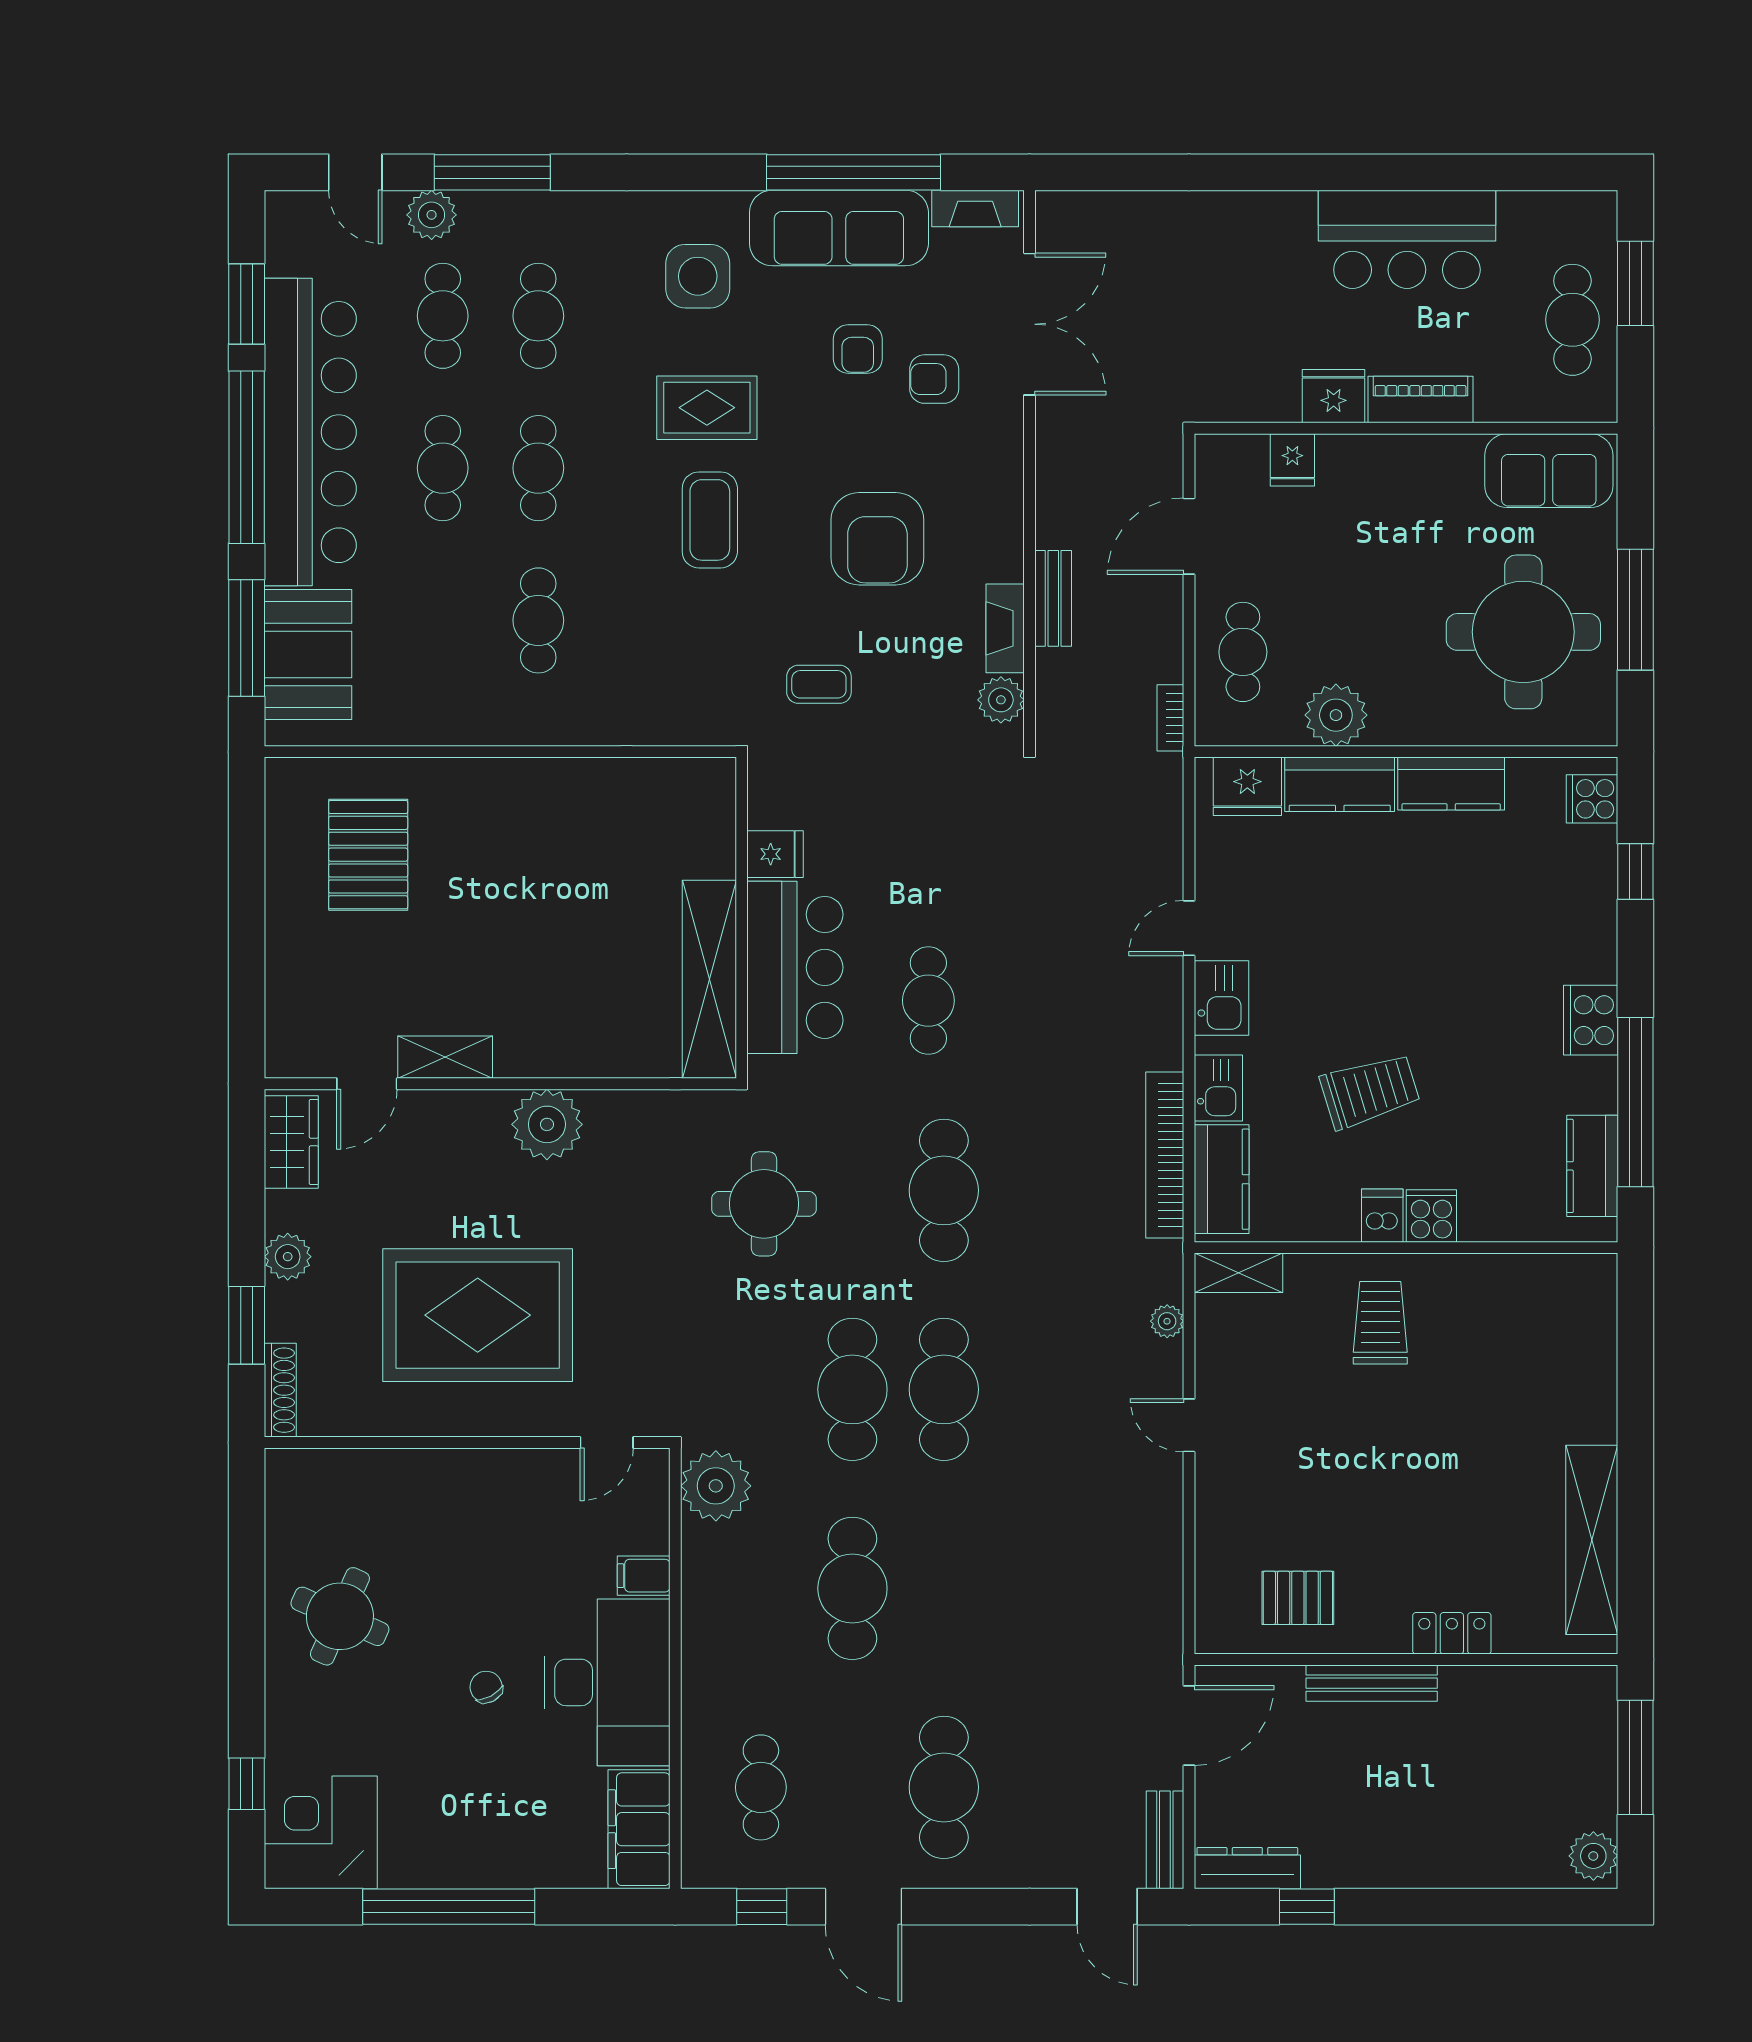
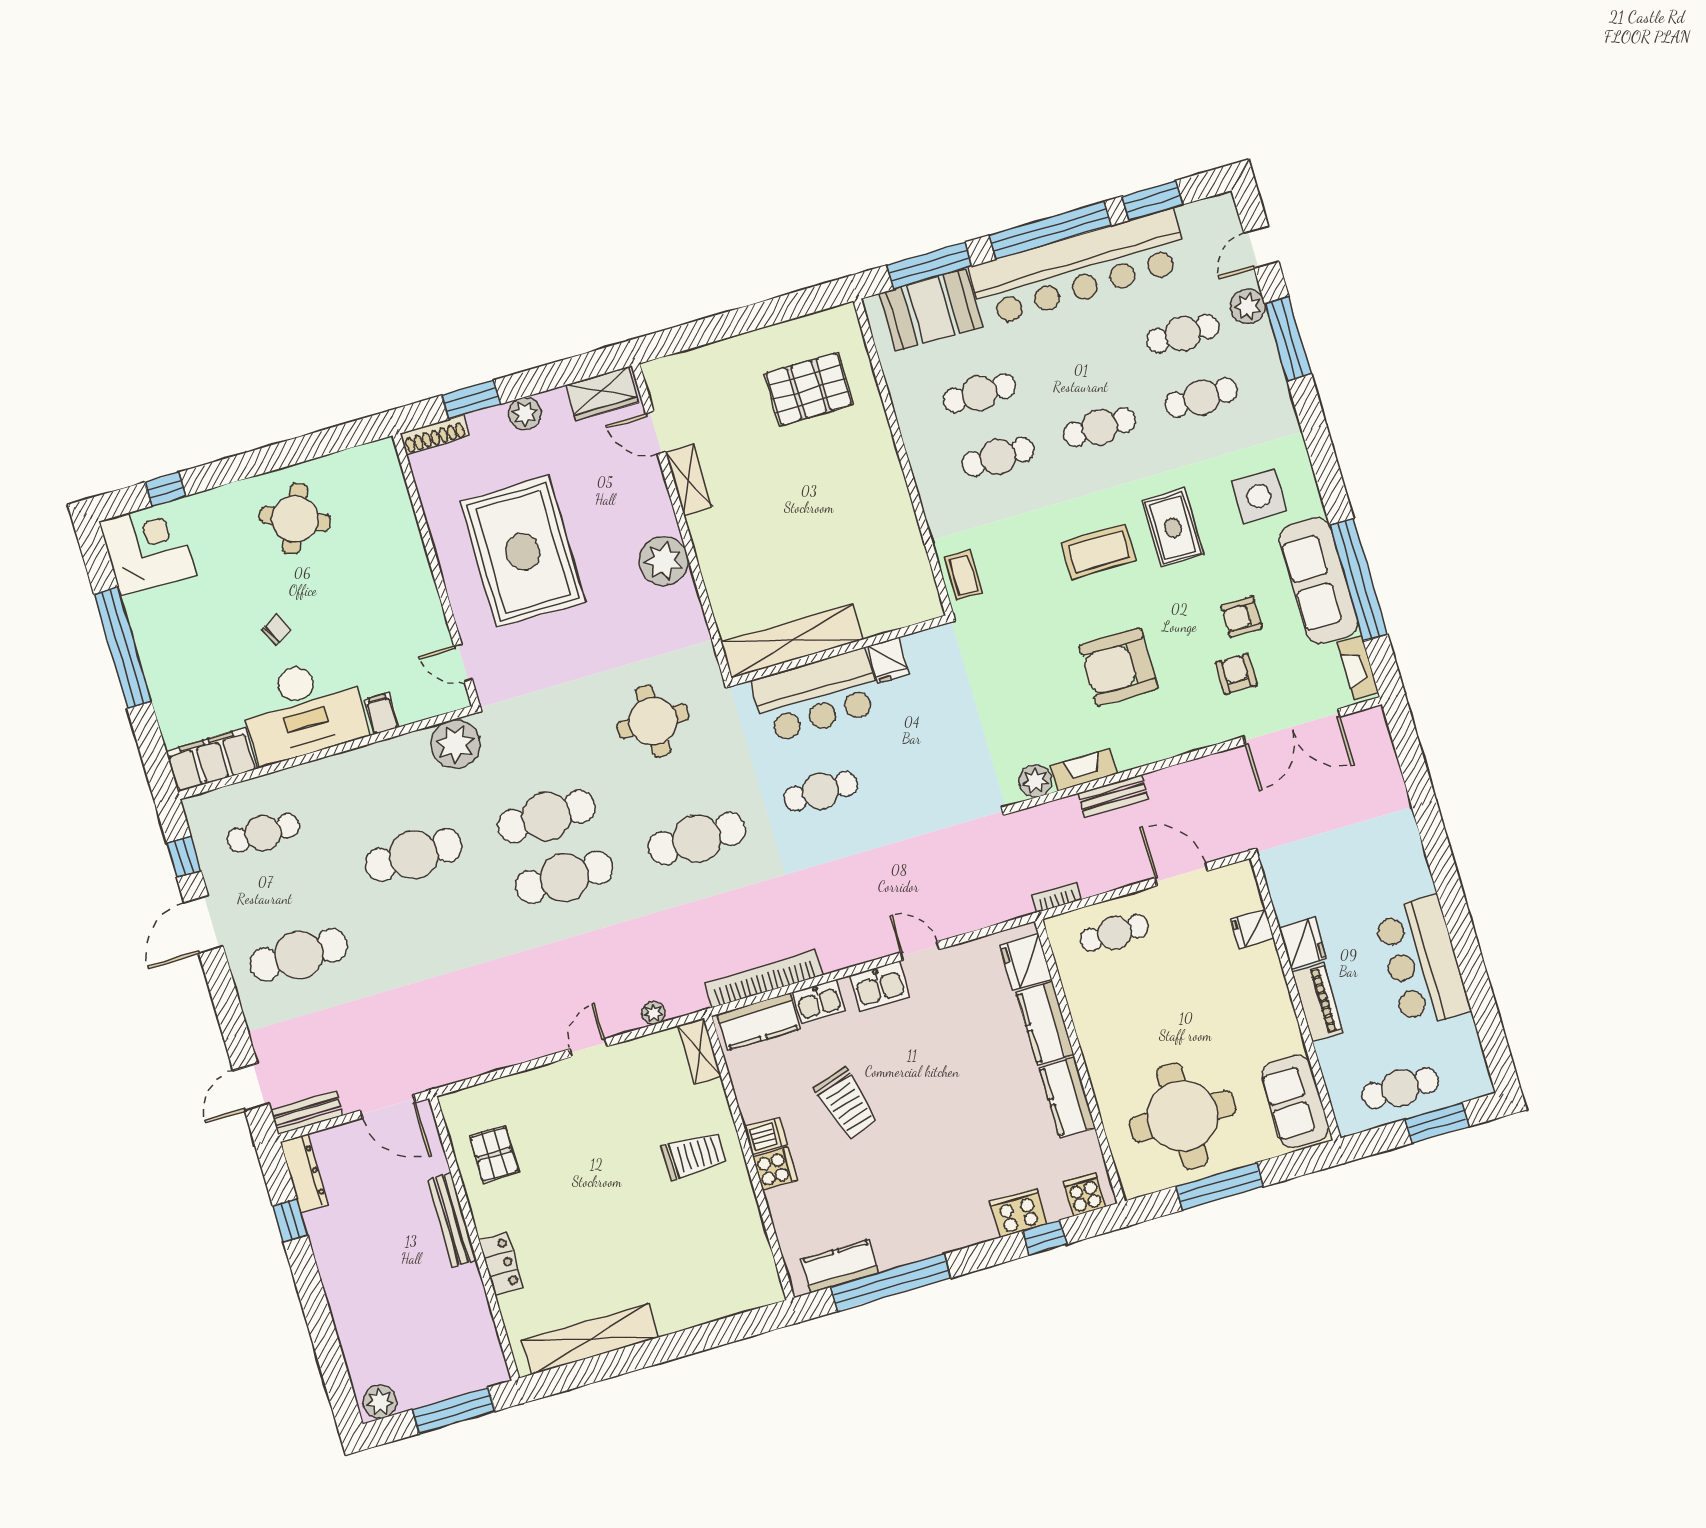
cafe table: (443, 468) -> (979, 393), moved
coffee table: (819, 684) -> (963, 575), moved
plant: (1336, 715) -> (1091, 1007), removed
cooker: (1591, 1020) -> (1018, 1213), moved

